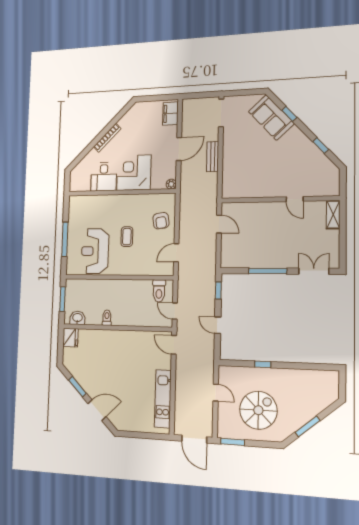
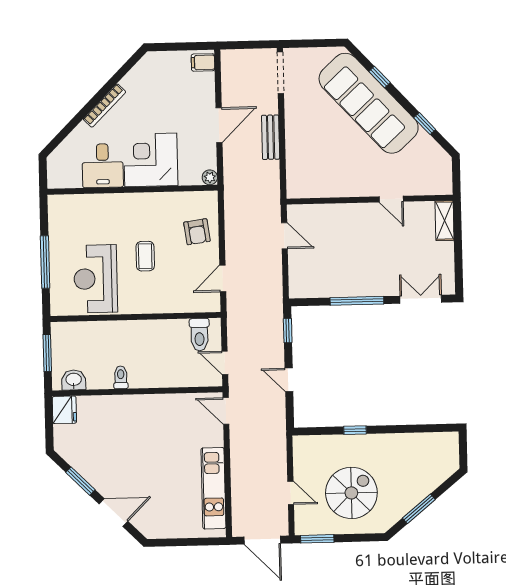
filing cabinet: (170, 114) -> (203, 62), width x0.50
sofa: (271, 117) -> (369, 103), width x1.85, depth x1.27
door: (216, 393) -> (291, 493), moved

